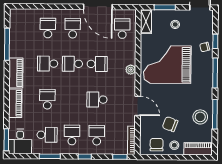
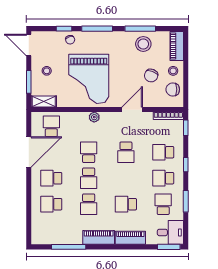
school desk: (122, 29) -> (51, 126), turned 90

